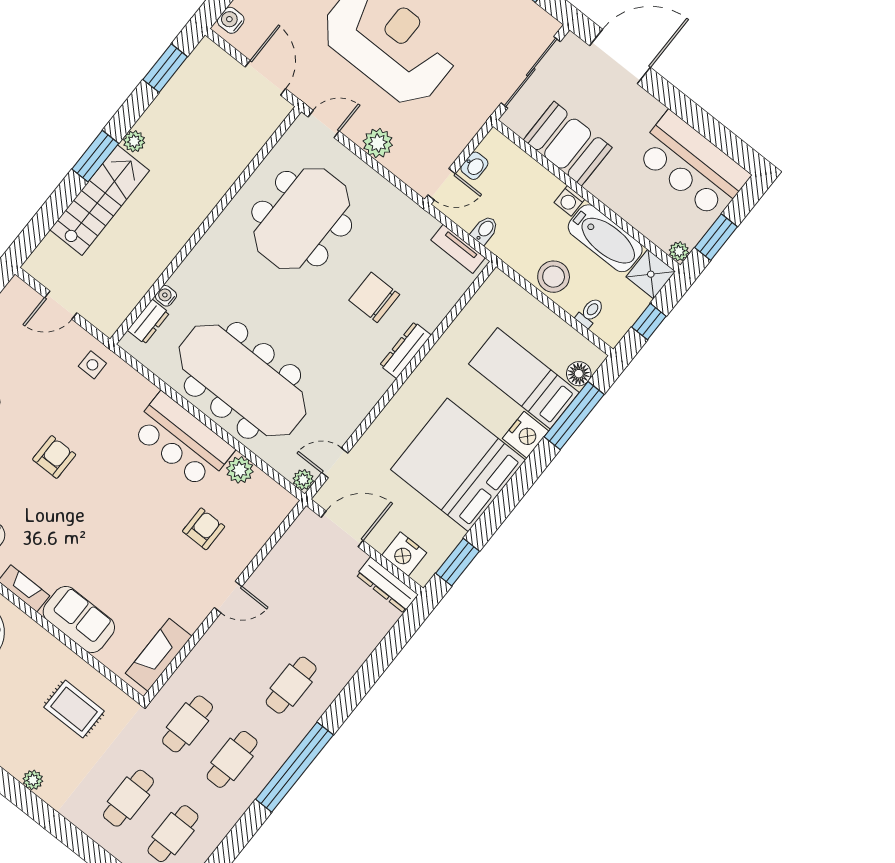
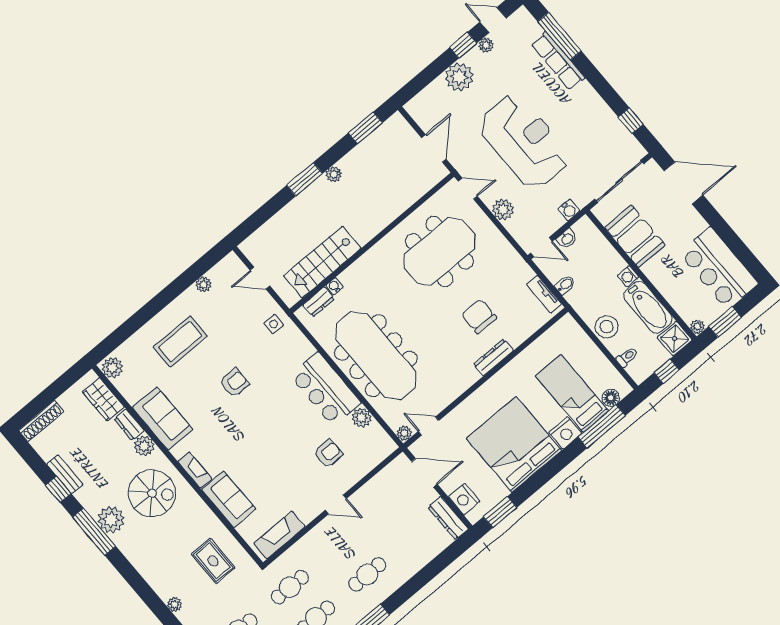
water cooler: (231, 20) -> (569, 210), moved, turned 180
stairs: (100, 200) -> (322, 262), moved, turned 180

